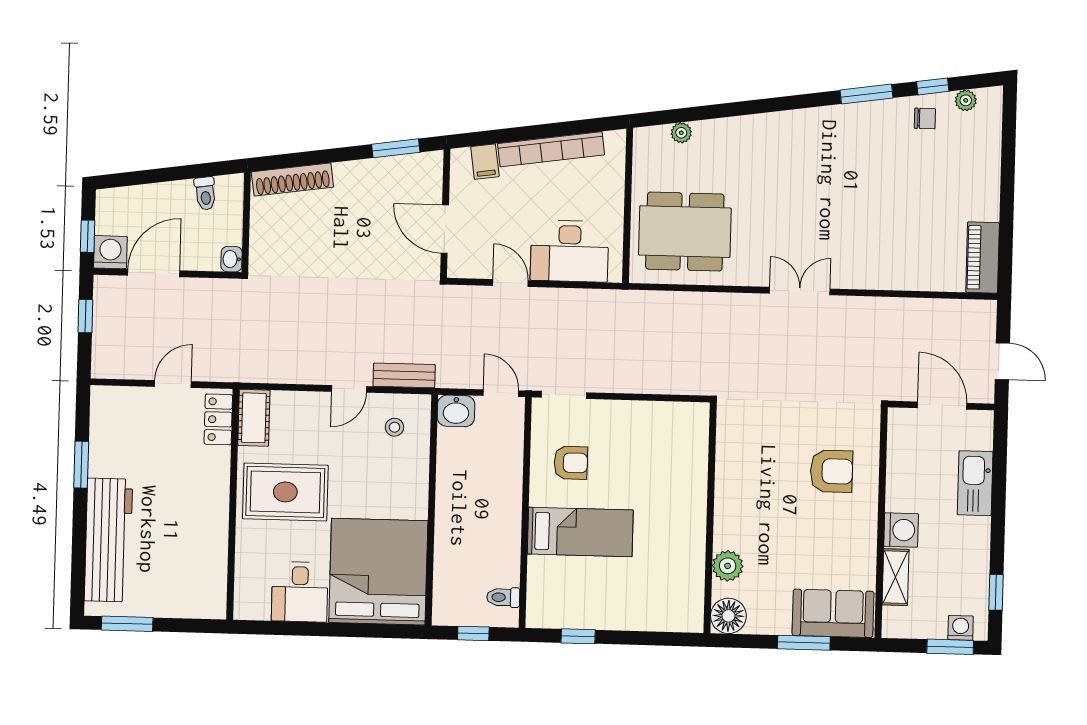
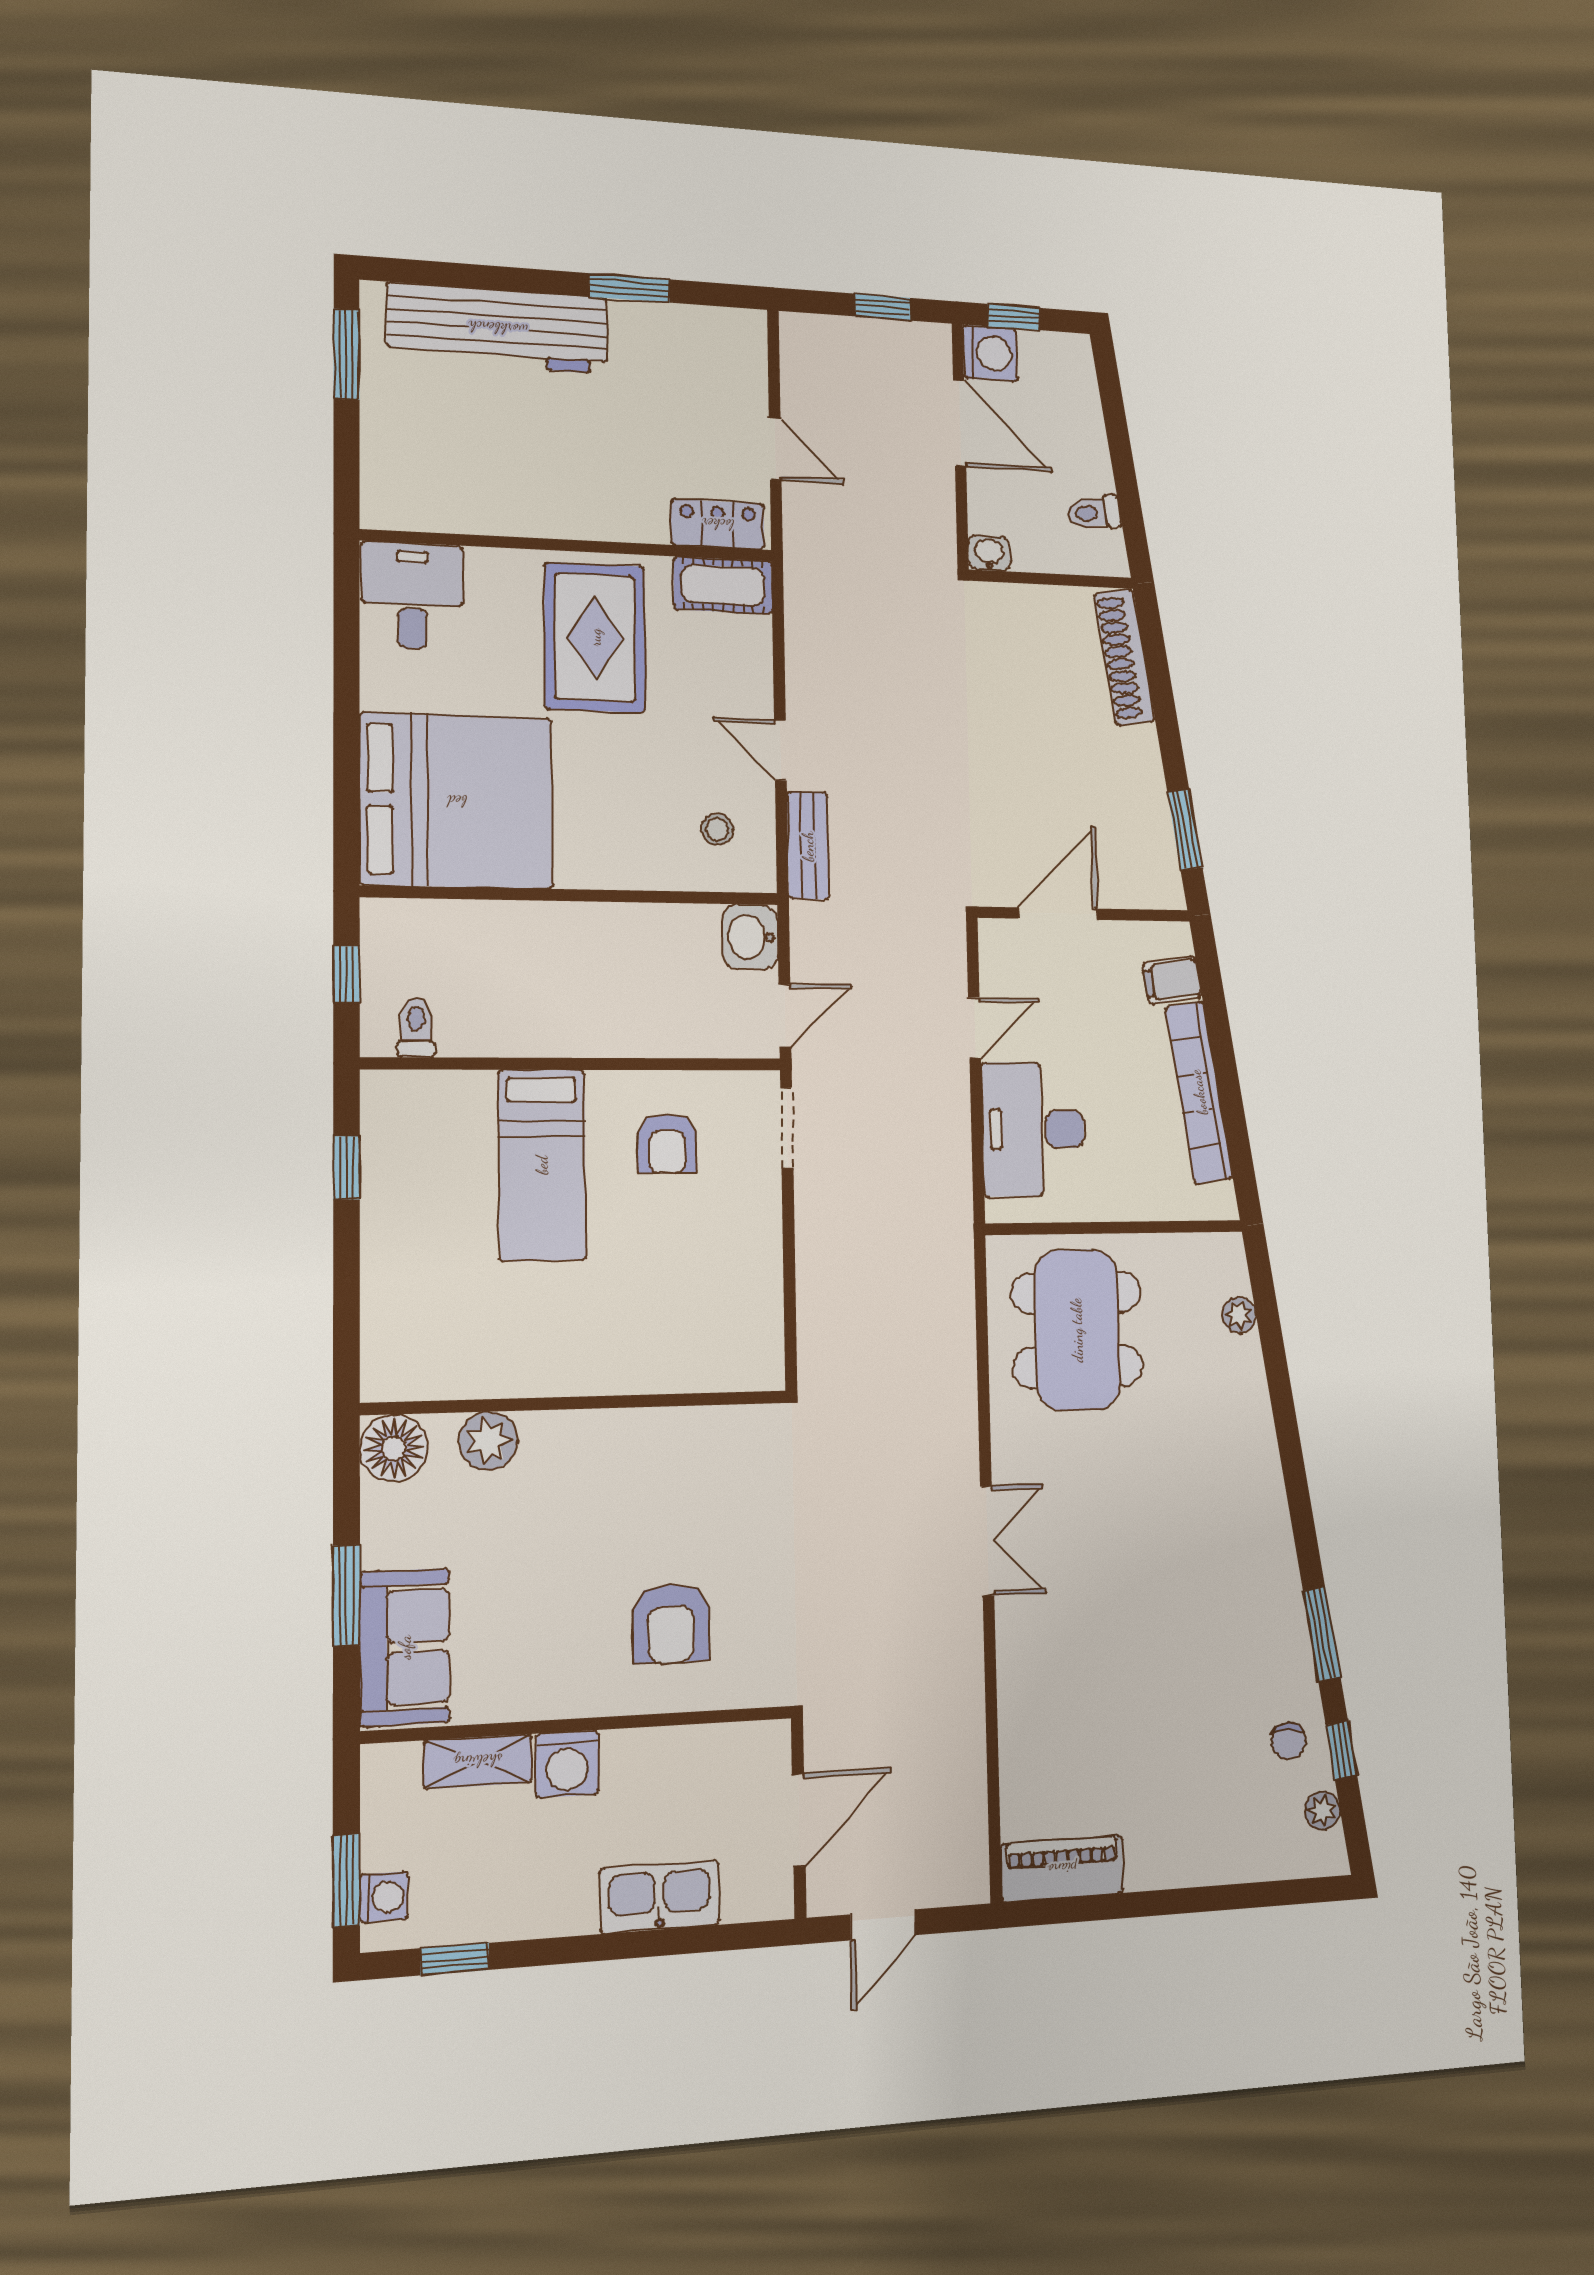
desk: (300, 592) -> (412, 596), moved, turned 90

